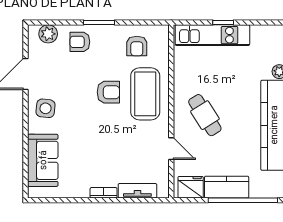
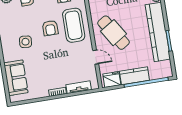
armchair: (108, 92) -> (50, 28), turned 90
side table: (46, 108) -> (25, 42), moved
cafe table: (205, 115) -> (113, 33), width x1.37, depth x1.35

